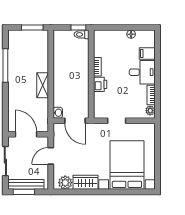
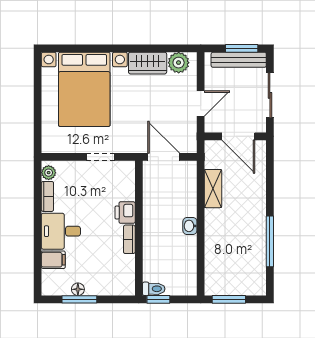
window: (130, 28) -> (79, 299), added
shelving: (43, 85) -> (213, 189), moved
washbasin: (58, 113) -> (190, 226), moved

